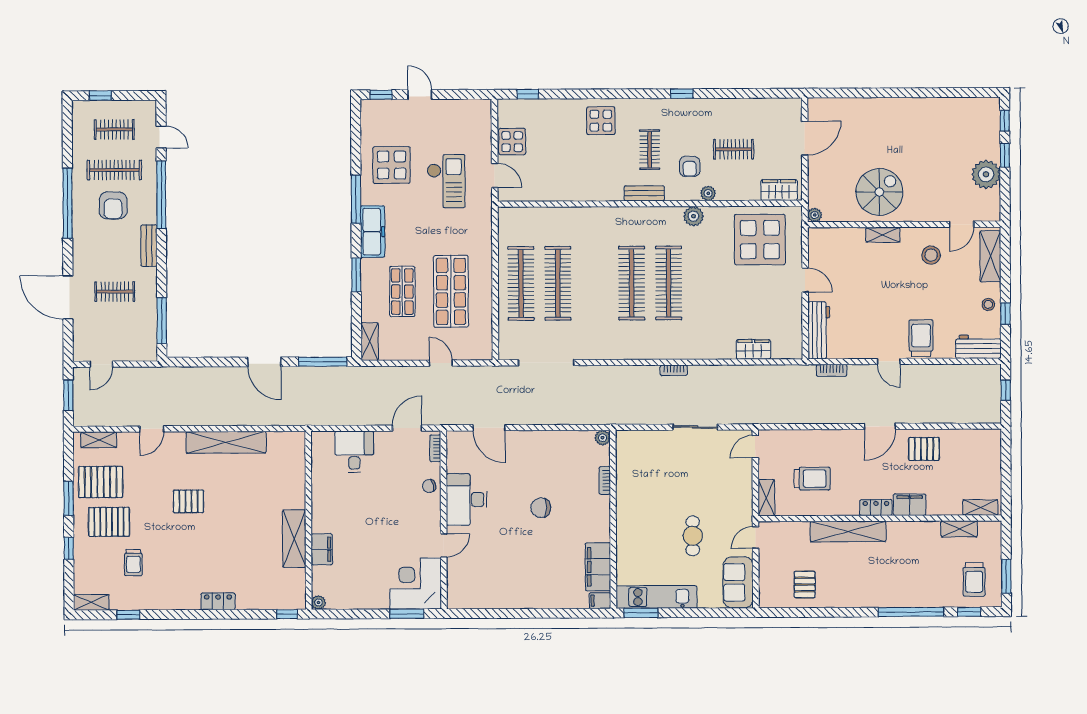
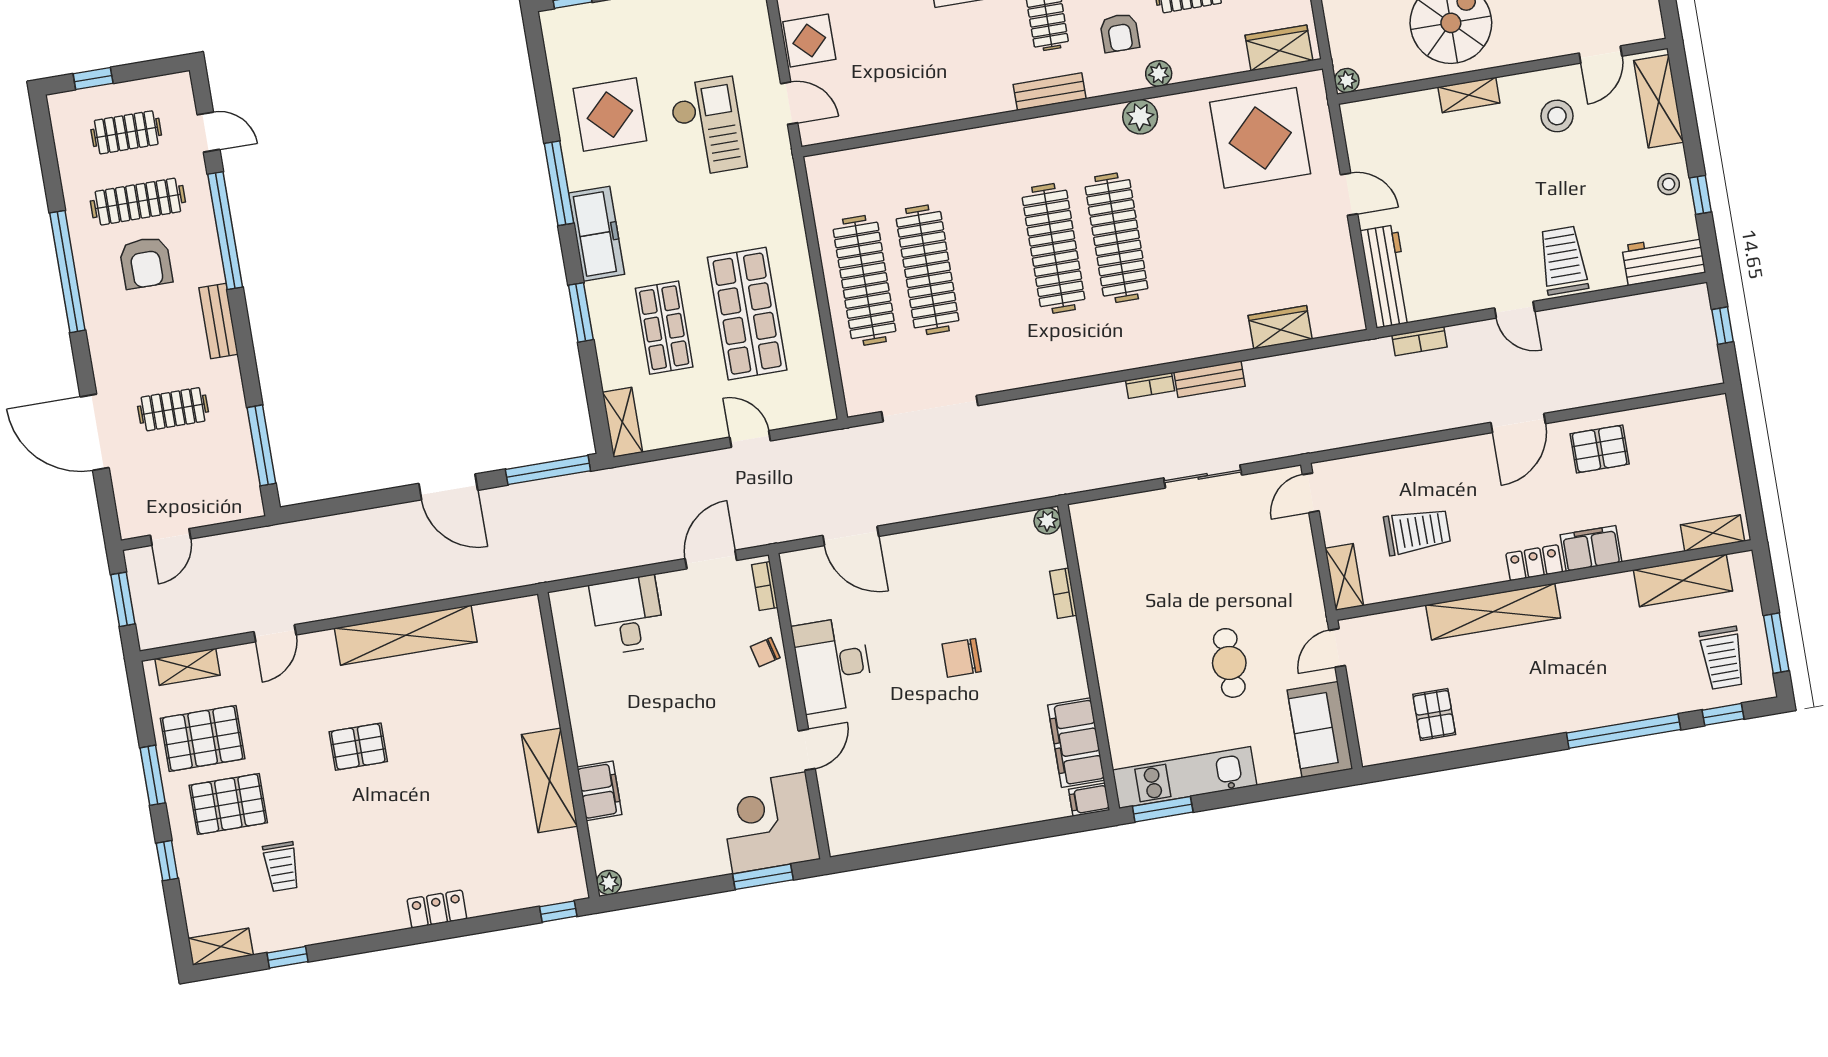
bench: (708, 372) -> (1210, 379), added
shelving: (959, 529) -> (1683, 580), width x1.50, depth x1.33

